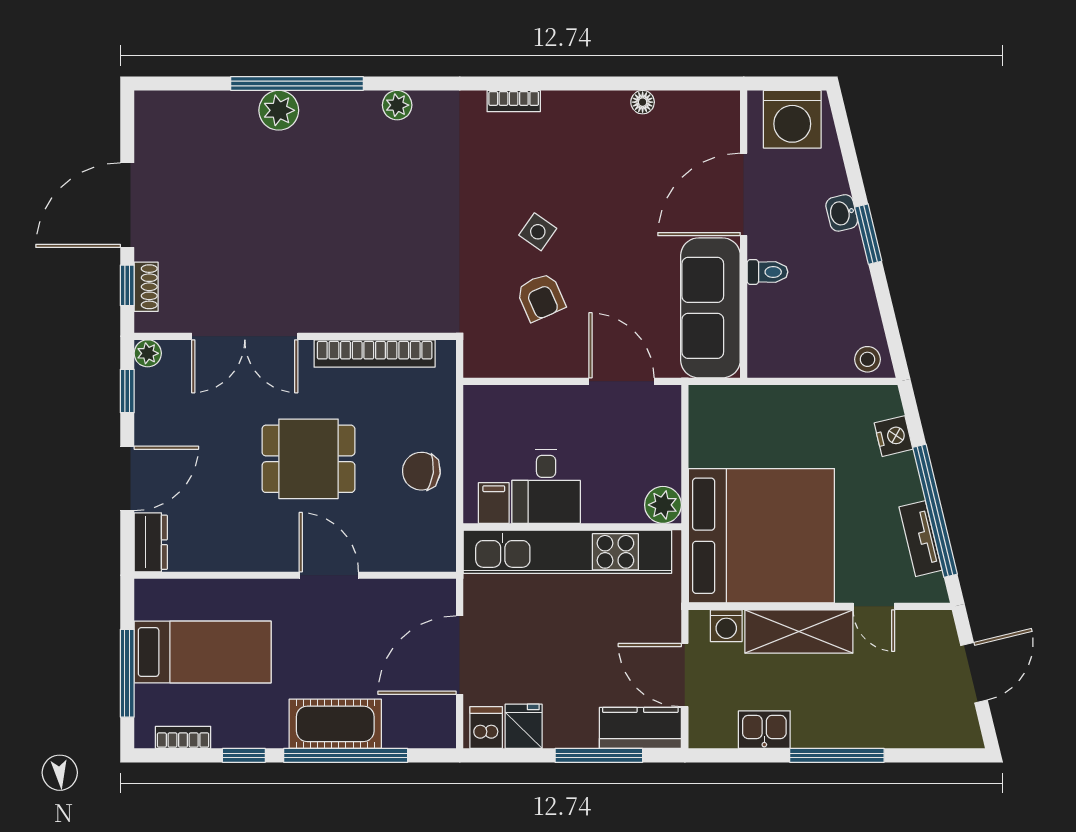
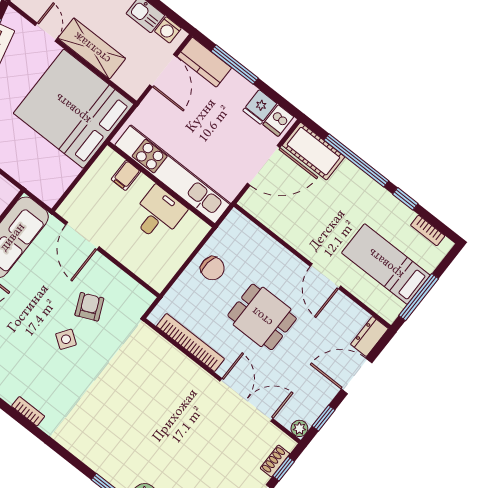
plant: (397, 105) -> (86, 453), removed
filing cabinet: (494, 503) -> (126, 175), moved
plant: (663, 505) -> (109, 161), removed
door: (329, 575) -> (325, 276), moved
washing machine: (726, 626) -> (168, 30), moved, turned 180
window: (127, 673) -> (419, 297), moved
cot: (335, 724) -> (313, 151), moved

